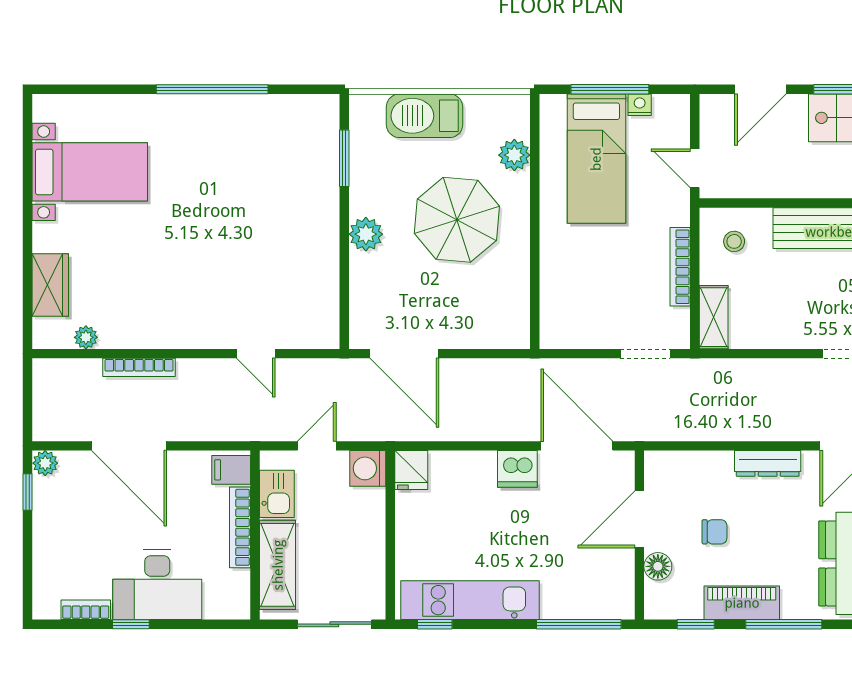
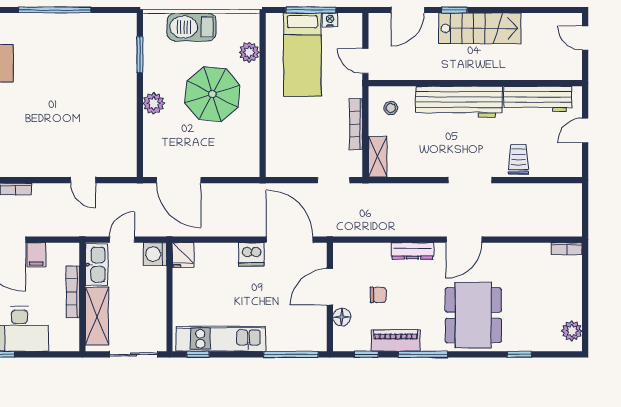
filing cabinet: (231, 470) -> (36, 255), moved, turned -90
kitchen sink: (277, 494) -> (97, 265), width x1.38

